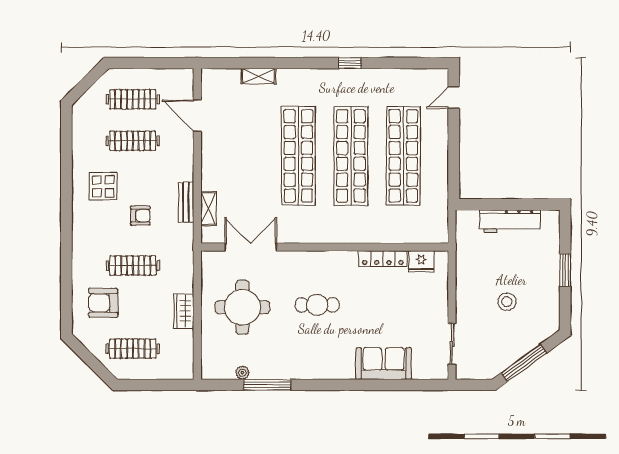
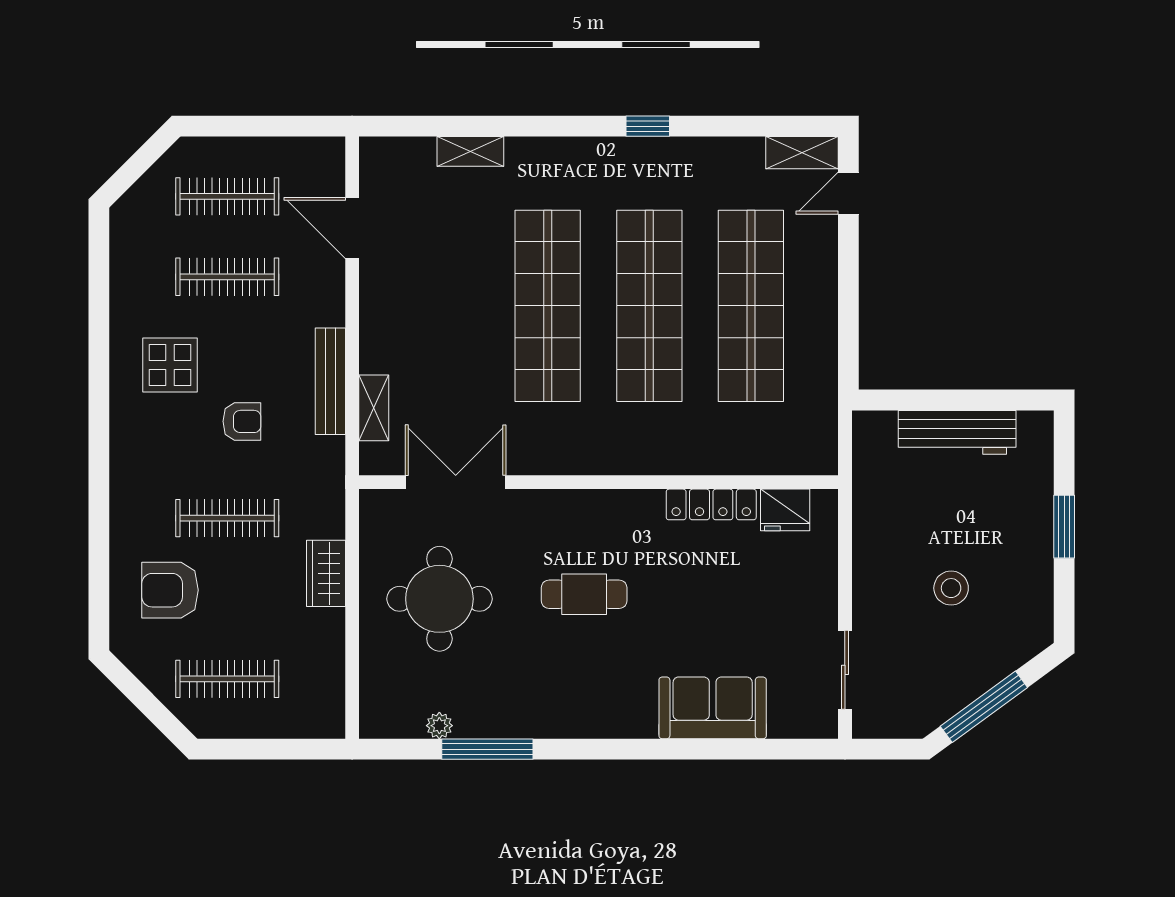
shelving: (430, 77) -> (802, 153), added
bench: (186, 202) -> (330, 381), width x1.36
wardrobe: (184, 311) -> (326, 573), moved

